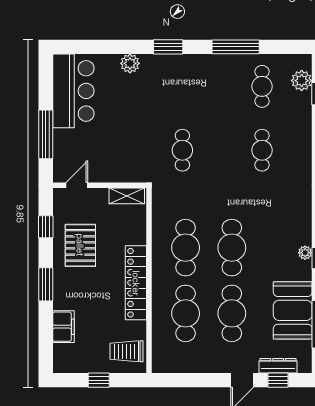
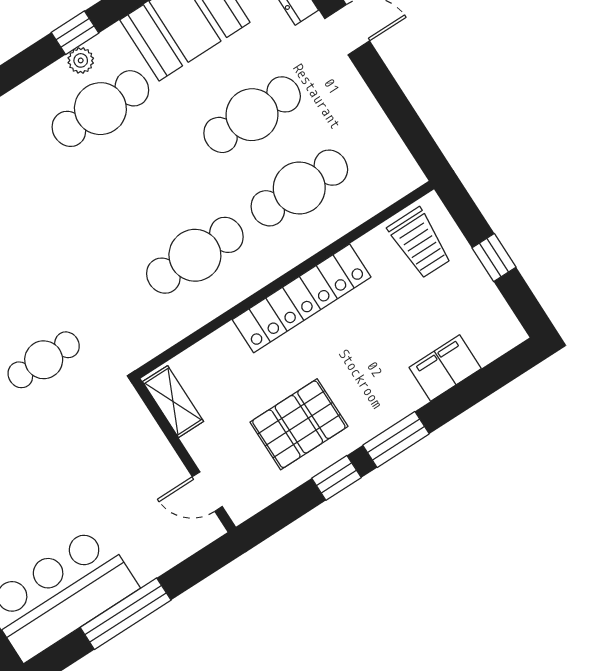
window: (46, 134) -> (126, 614), moved
window: (46, 227) -> (336, 478), moved
cafe table: (232, 248) -> (100, 109), moved

